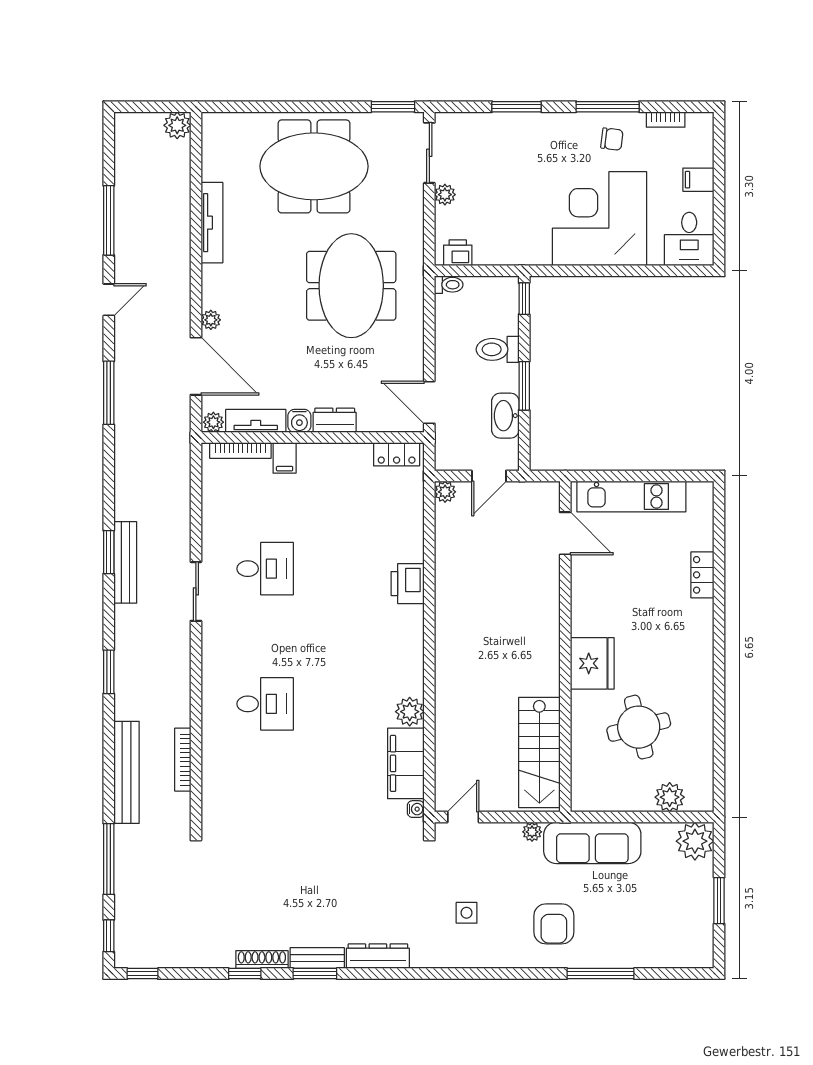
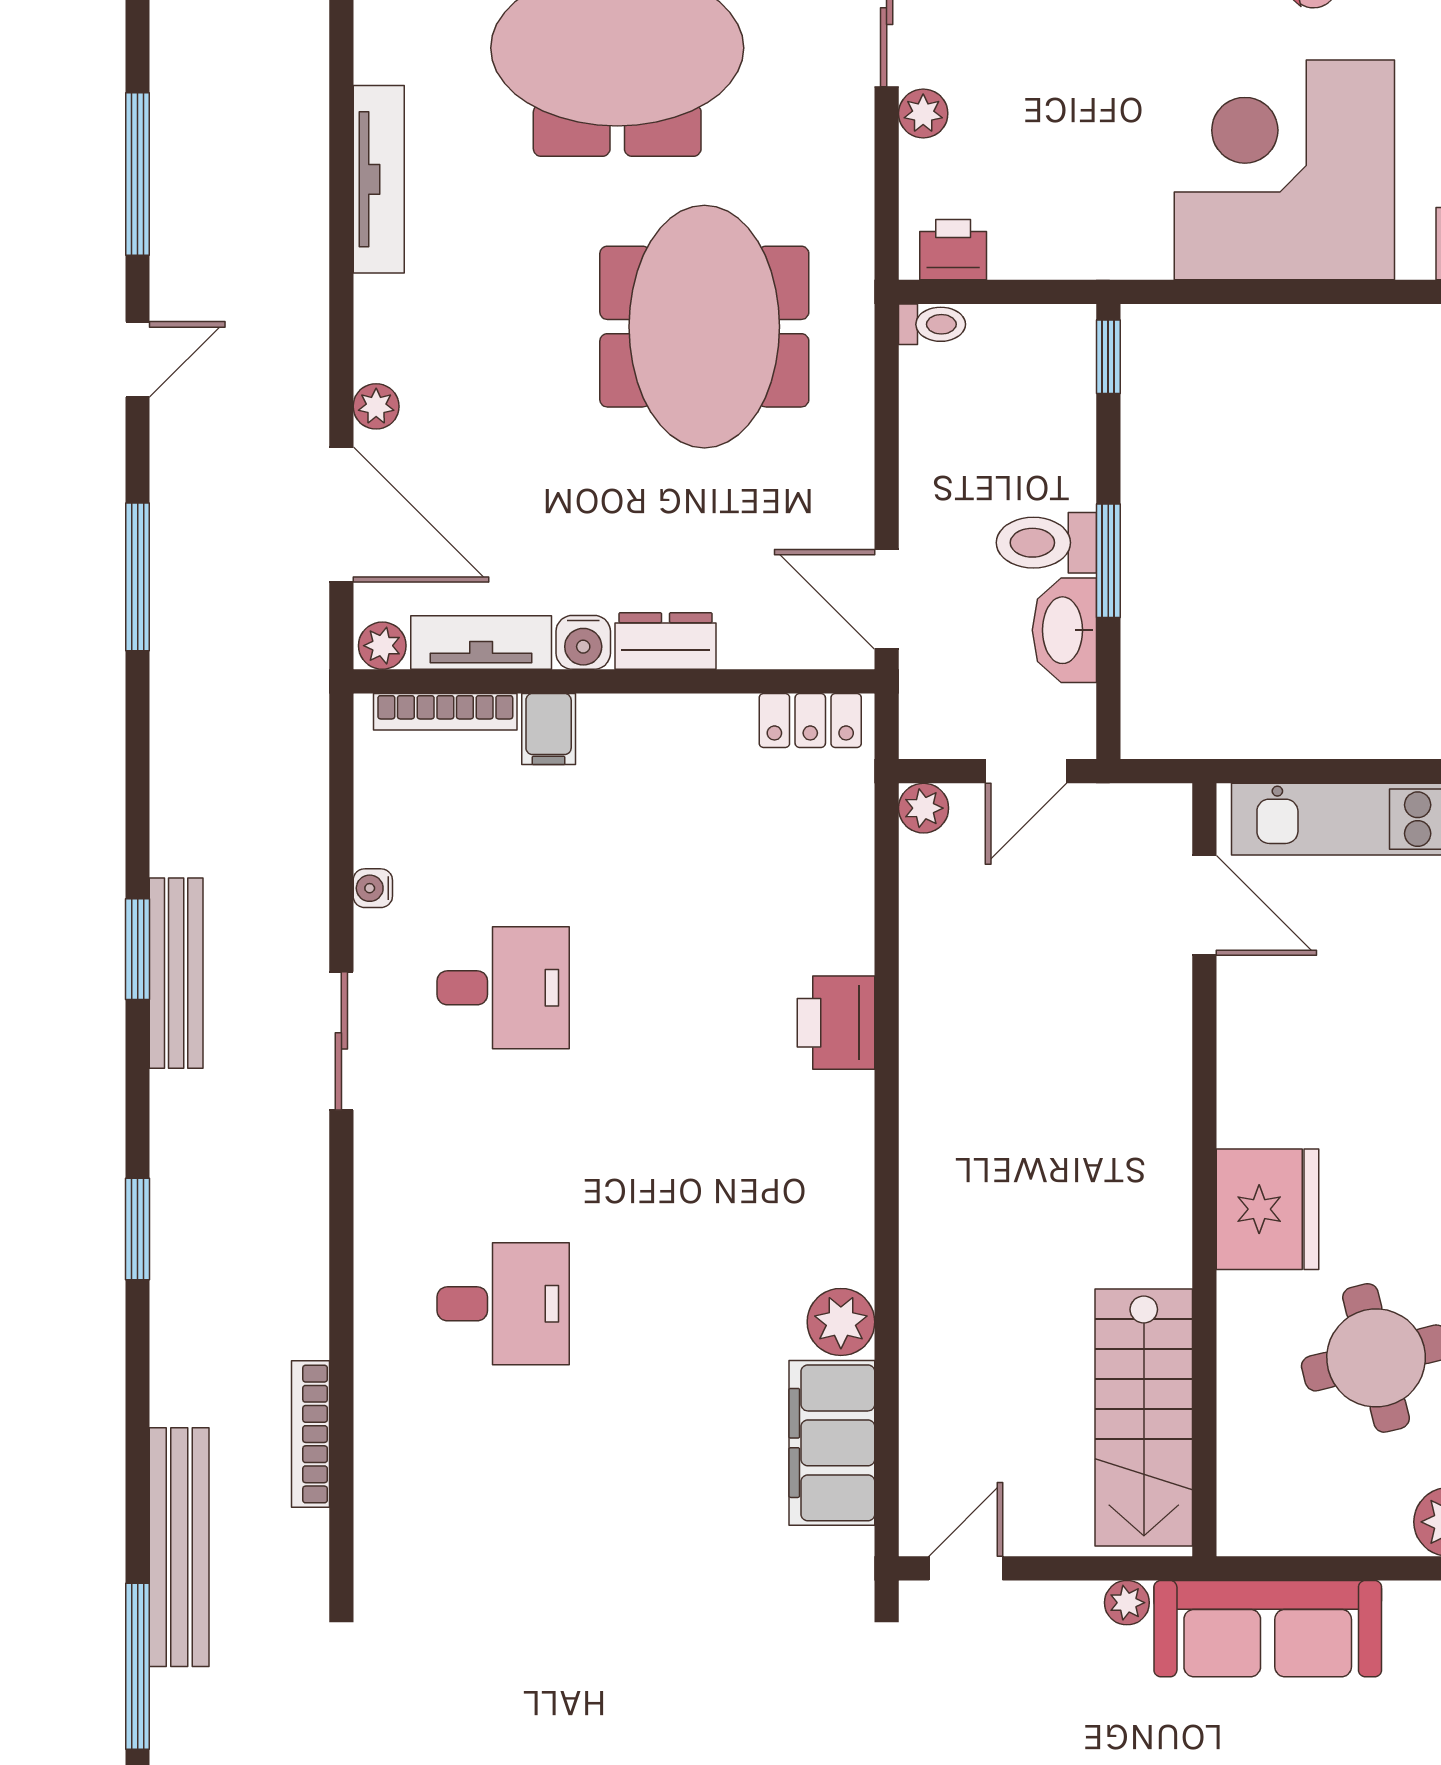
toilet: (498, 349) -> (1046, 543), moved
bench: (127, 772) -> (179, 1547), moved
water cooler: (416, 809) -> (373, 888), moved, turned 180

